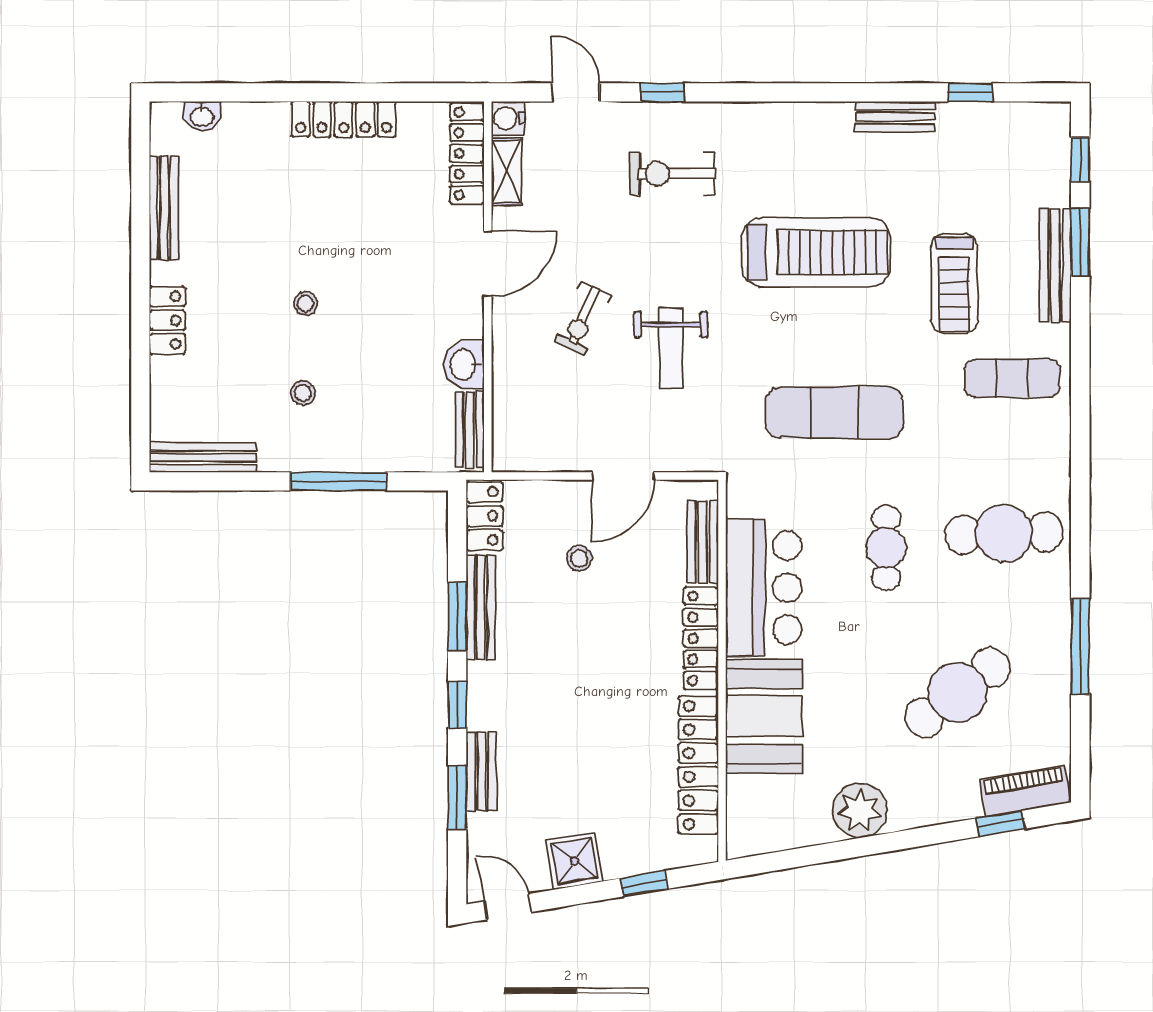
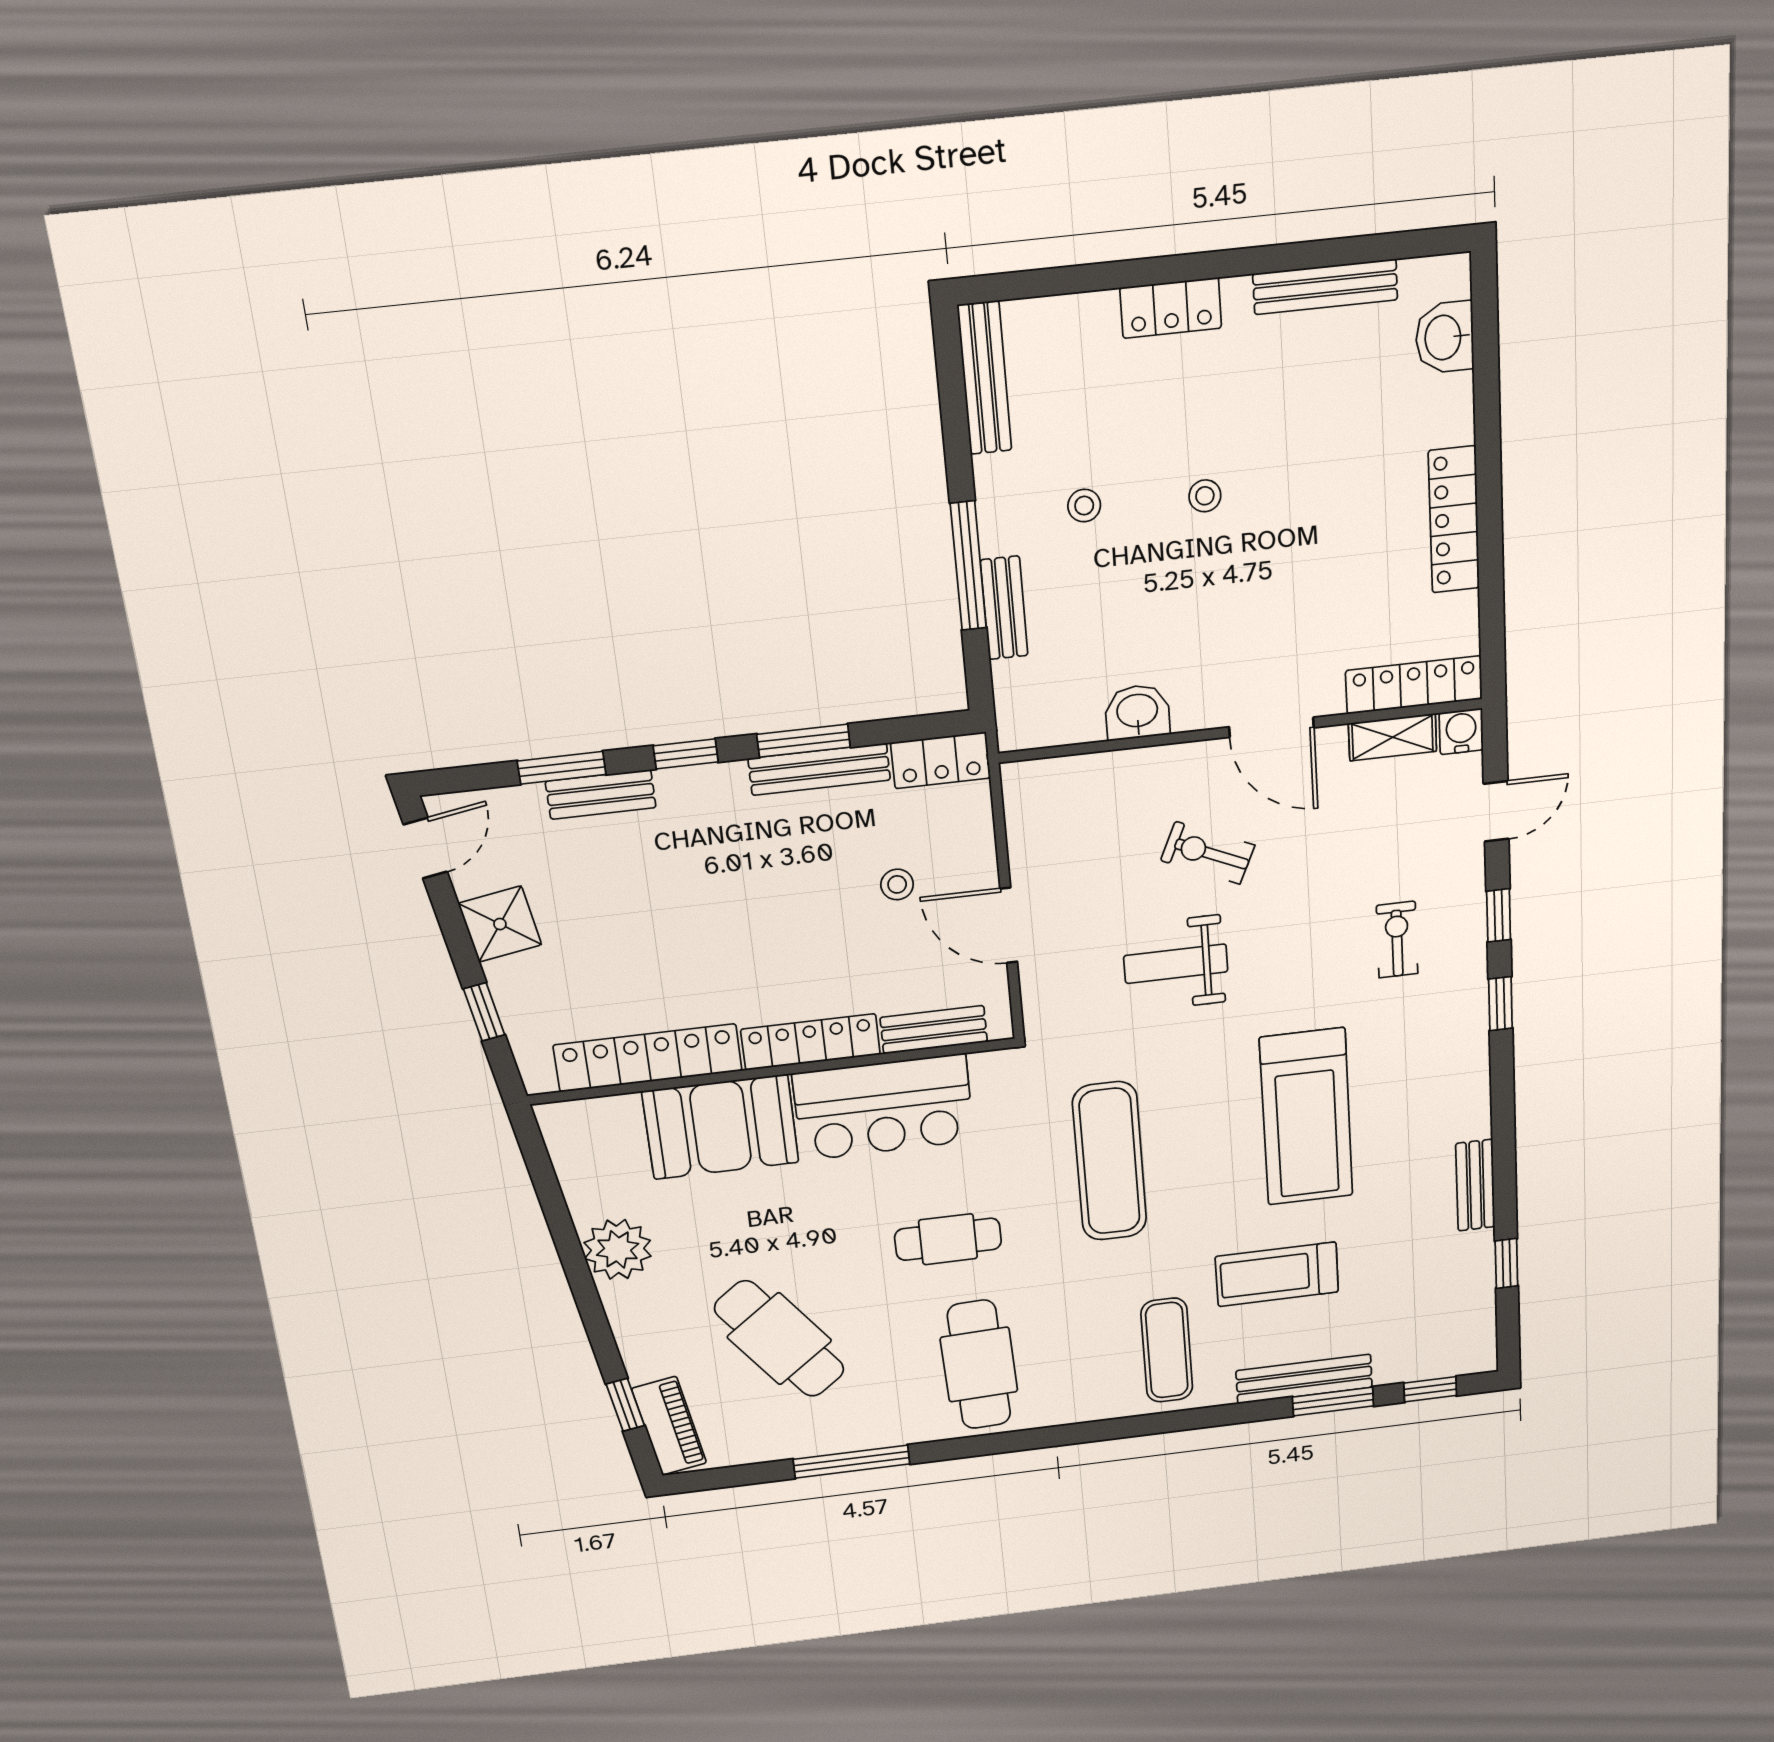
window: (737, 92) -> (1501, 1004), added
washbasin: (202, 116) -> (1445, 337), width x1.38, depth x1.45
exercise bike: (673, 174) -> (1397, 940), width x0.73, depth x0.72
bench: (470, 430) -> (1004, 608), moved, turned 90

